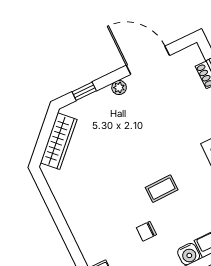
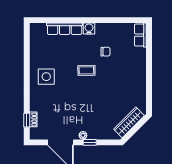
window: (84, 91) -> (90, 142), moved

